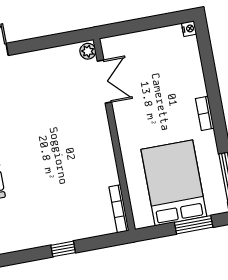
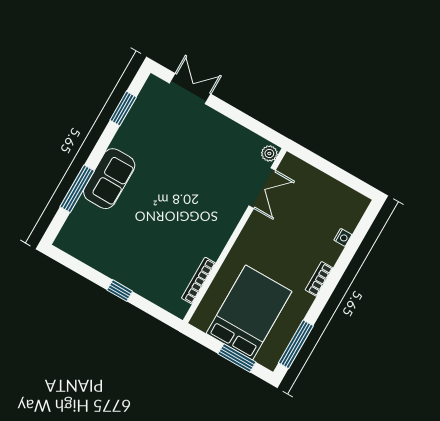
nightstand: (189, 29) -> (343, 237), moved
bookcase: (119, 209) -> (198, 281), moved

